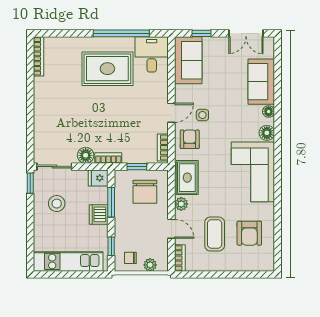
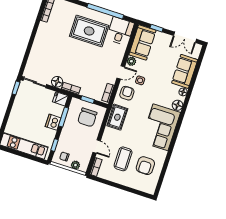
stool: (57, 204) -> (29, 106), removed
plant: (181, 204) -> (131, 61), moved

